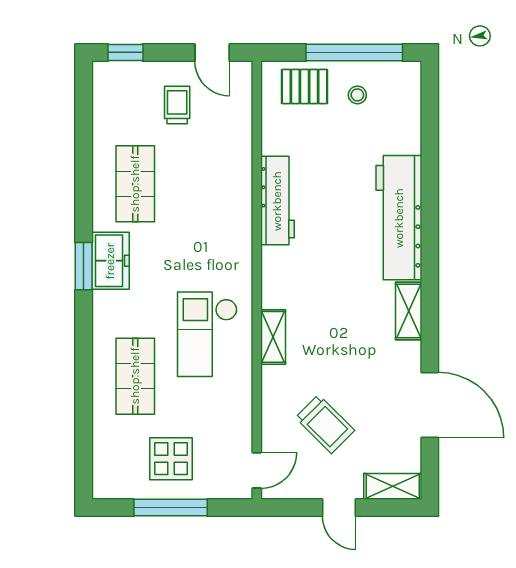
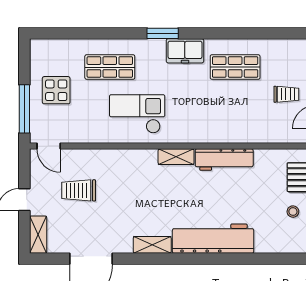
window: (84, 266) -> (163, 33), moved
shelving: (273, 337) -> (176, 157), moved
trolley: (325, 424) -> (79, 190), turned 45
window: (171, 508) -> (24, 109), moved

